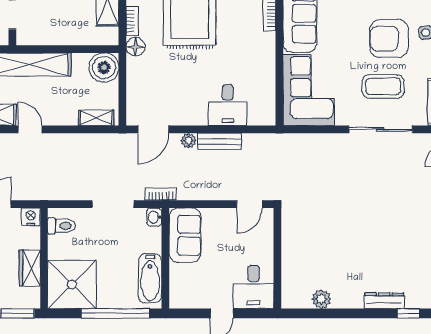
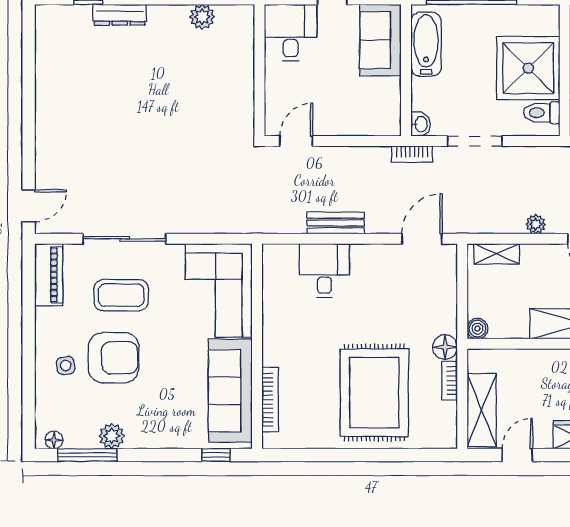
boiler: (104, 68) -> (477, 329), width x0.54, depth x0.54
plant: (188, 141) -> (536, 224), moved
sofa: (185, 235) -> (380, 40), moved
shower: (72, 285) -> (528, 68), moved

